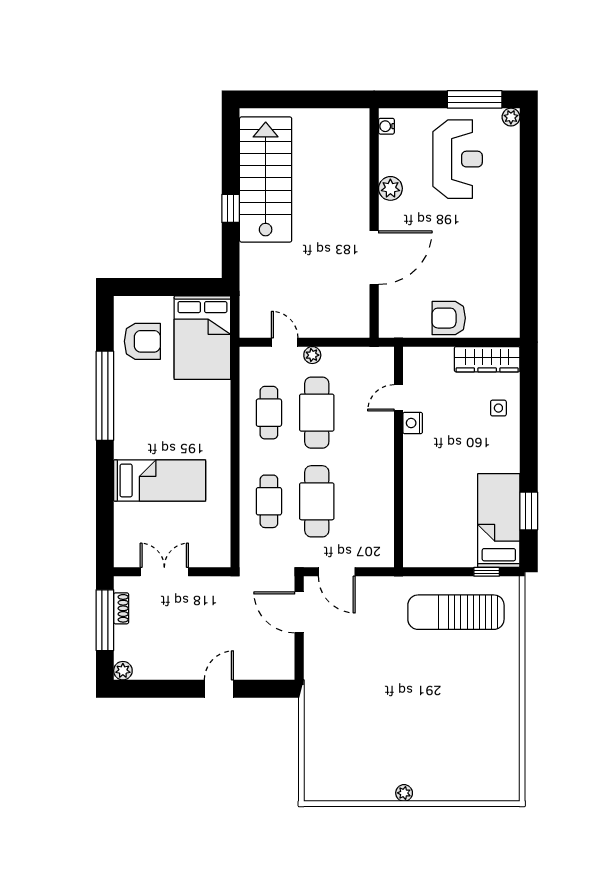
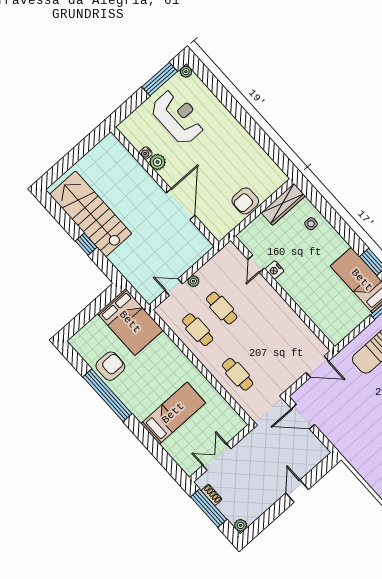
water cooler: (386, 126) -> (146, 153), moved
armchair: (142, 341) -> (110, 366), moved
cafe table: (317, 413) -> (222, 308), width x0.73, depth x0.74
cafe table: (317, 501) -> (262, 353), removed
door: (337, 572) -> (317, 367), moved

